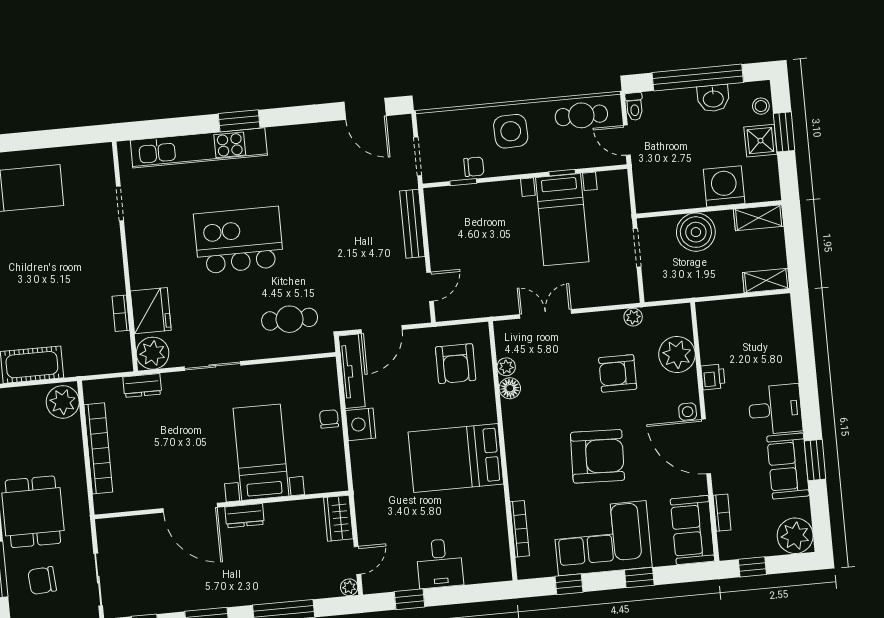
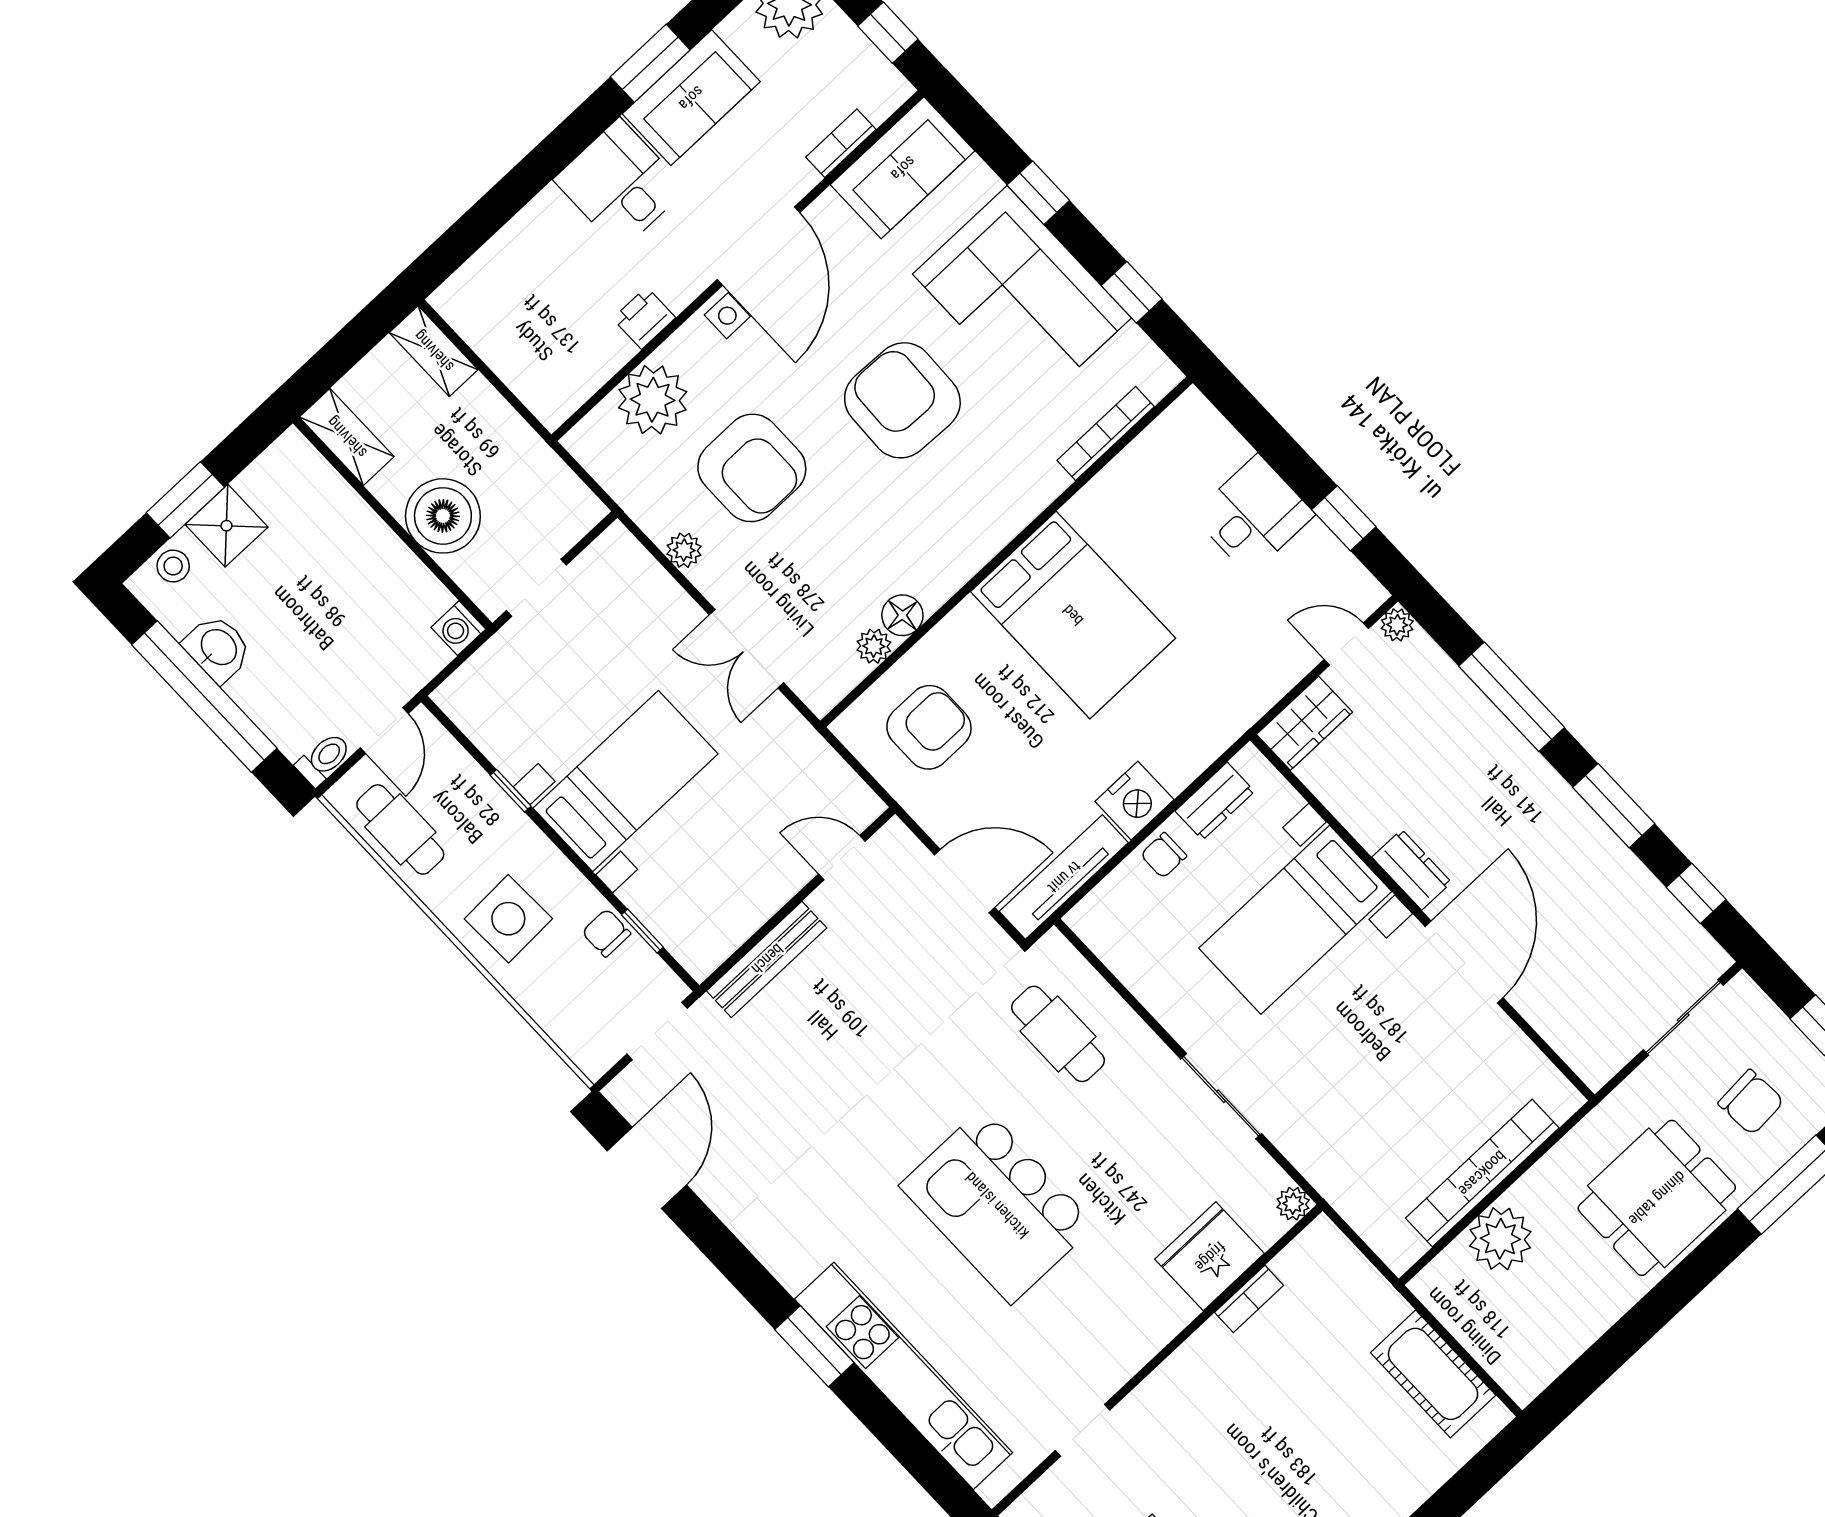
washing machine: (724, 186) -> (458, 628), moved, width x0.53, depth x0.53
bed with nightstands: (562, 220) -> (625, 781), moved
plant: (633, 317) -> (684, 550), moved
plant: (153, 353) -> (1293, 1204), width x0.53, depth x0.53
armchair: (618, 373) -> (752, 468), width x1.36, depth x1.36
dresser: (142, 385) -> (1215, 801), moved, turned 90
plant: (63, 402) -> (1500, 1239), moved

